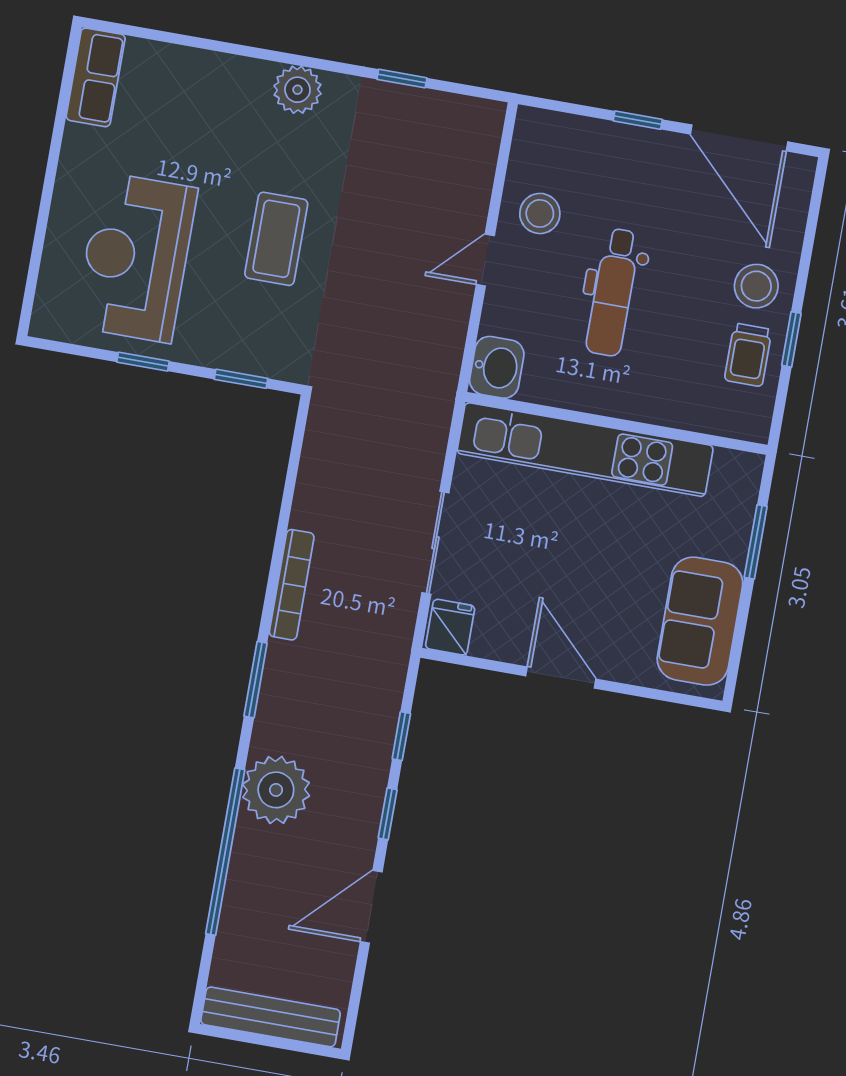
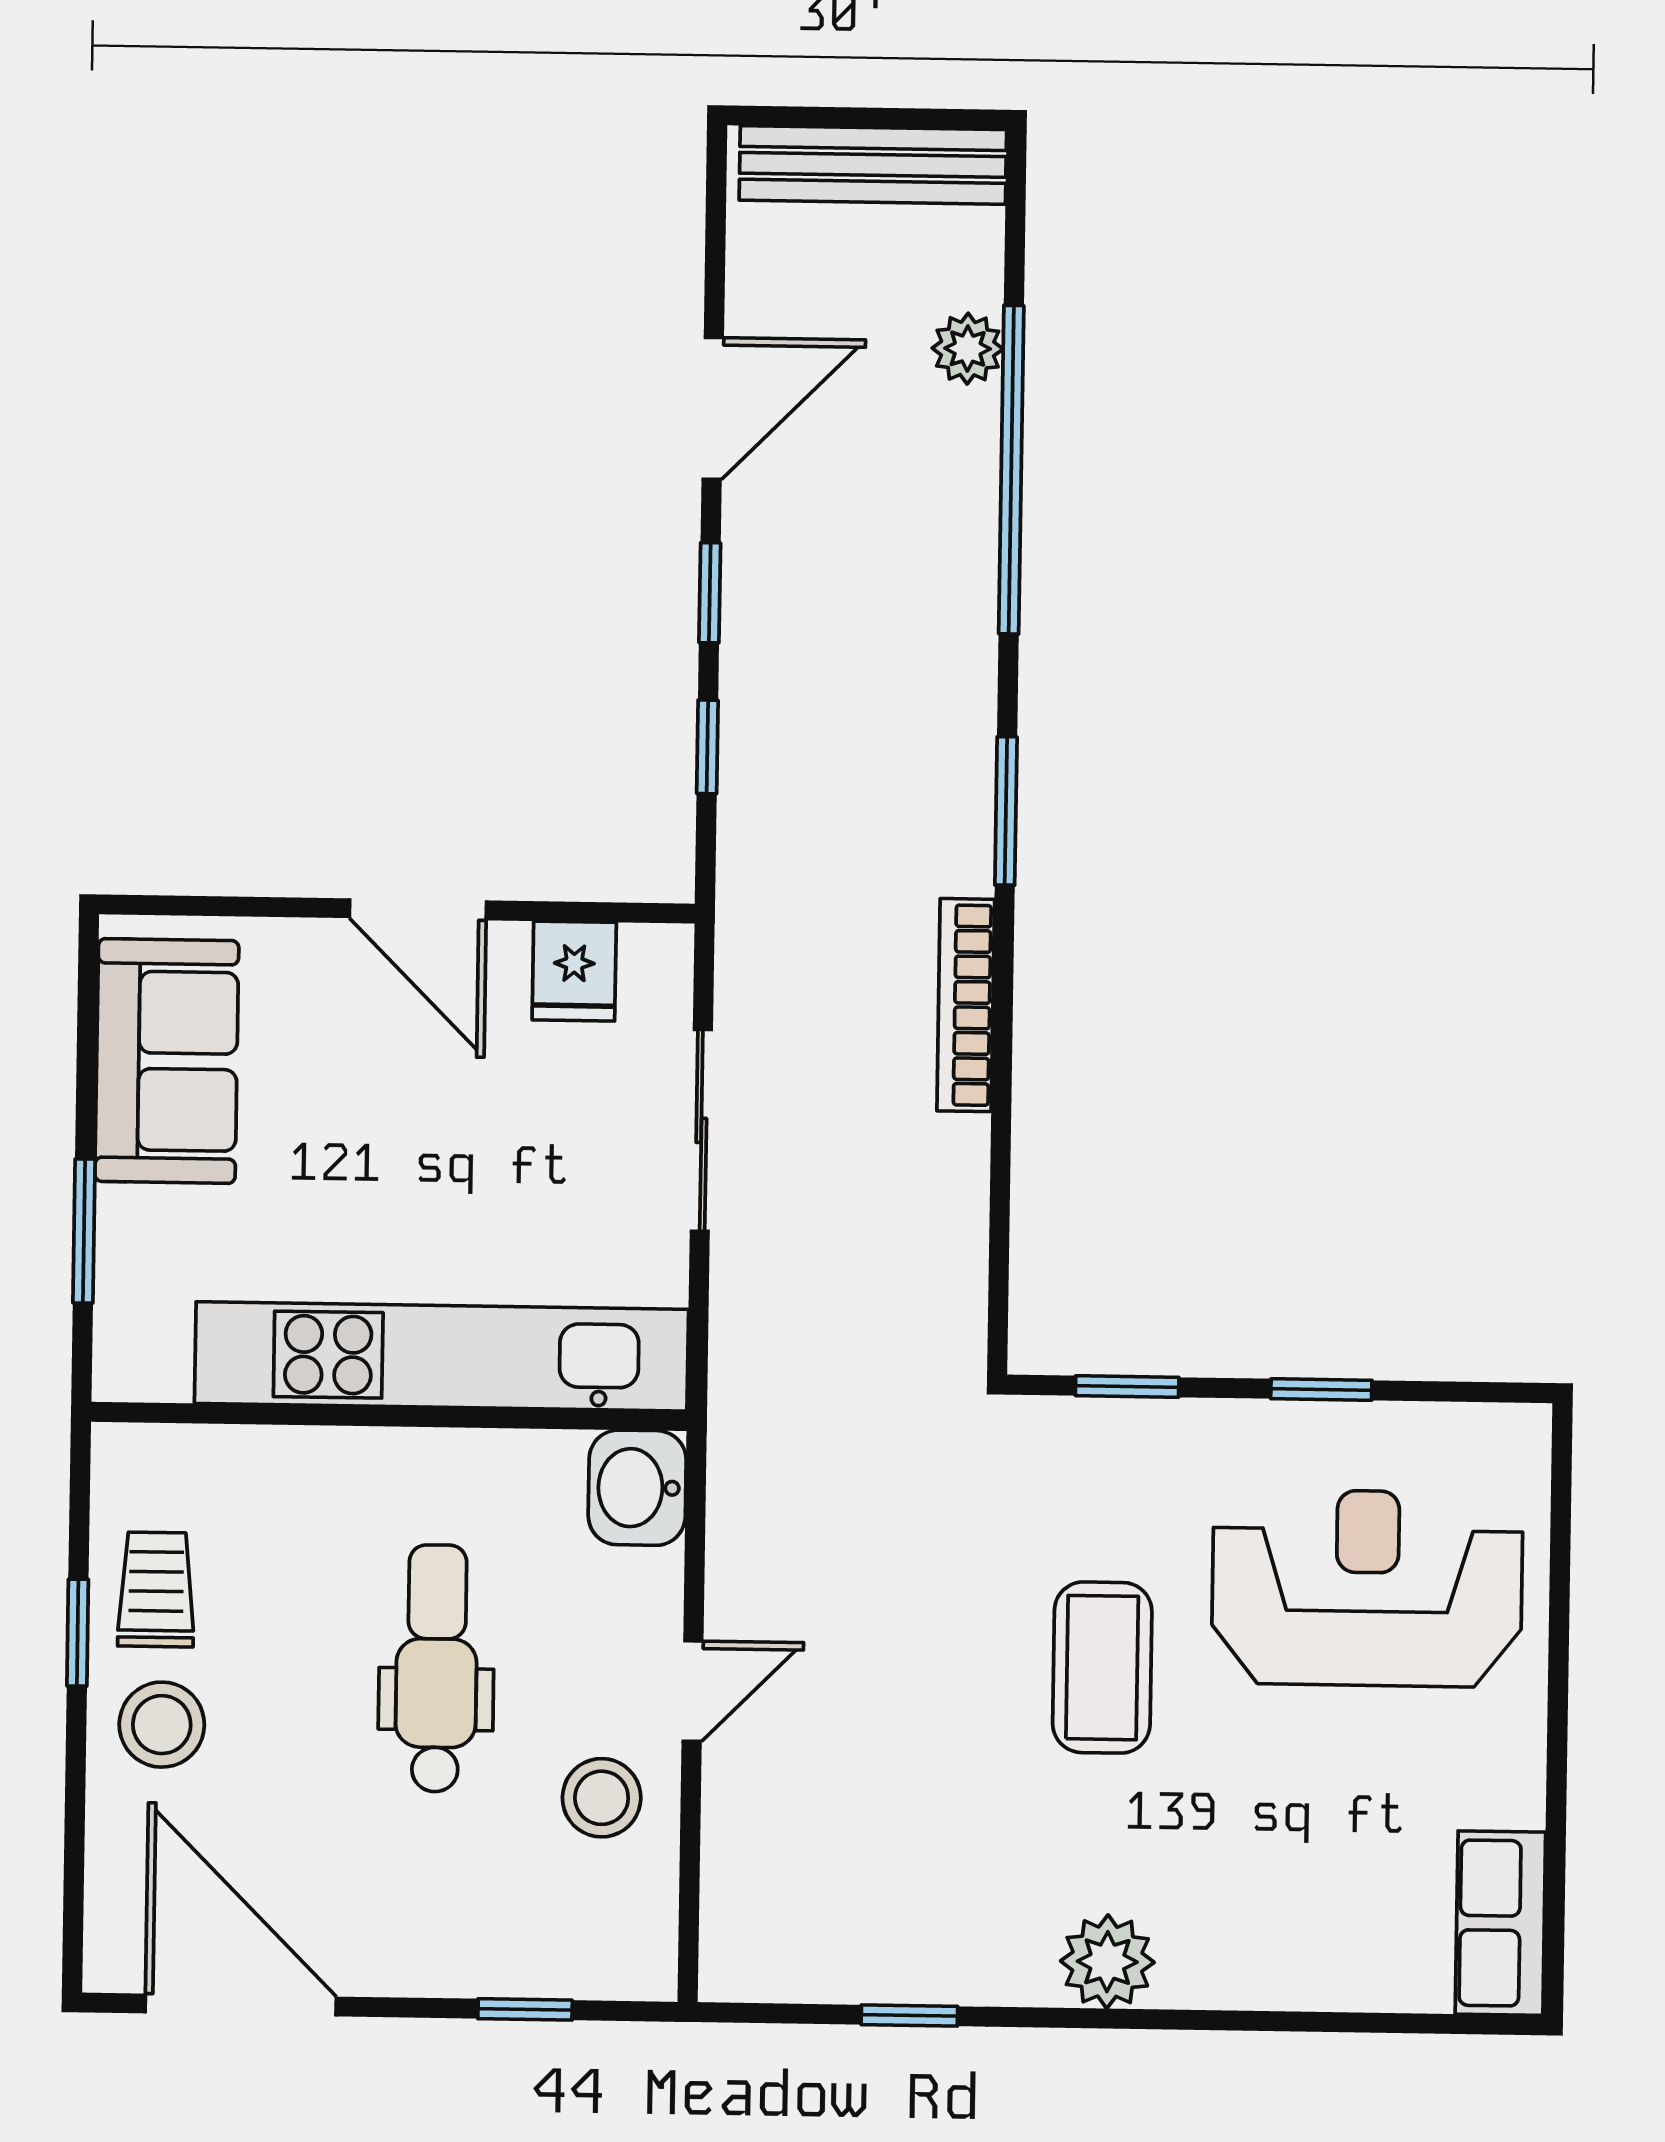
window: (638, 120) -> (525, 2009), moved
reception desk: (136, 257) -> (1367, 1588), turned -90
fridge: (450, 627) -> (574, 971), moved
plant: (276, 790) -> (968, 349), moved, width x0.53, depth x0.53

